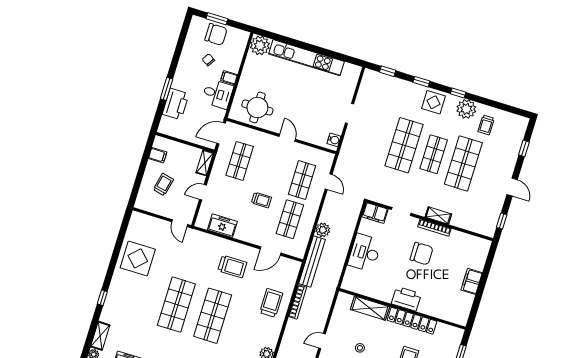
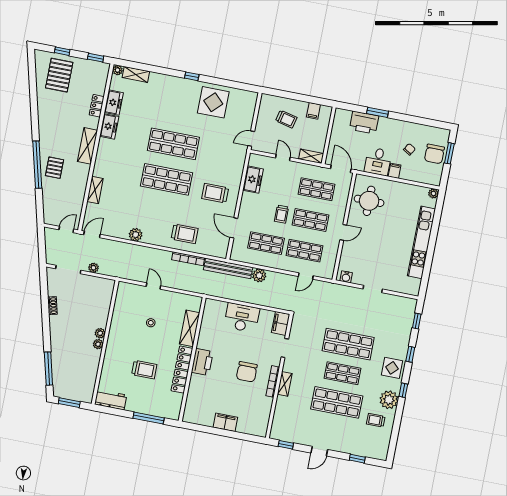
plant: (260, 45) -> (433, 193), width x0.53, depth x0.53
shop shelf: (271, 170) -> (310, 220), added
trolley: (232, 267) -> (215, 193), turned 90
window: (102, 298) -> (192, 76), moved

